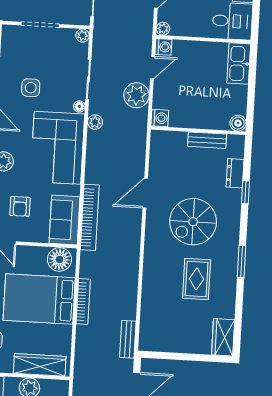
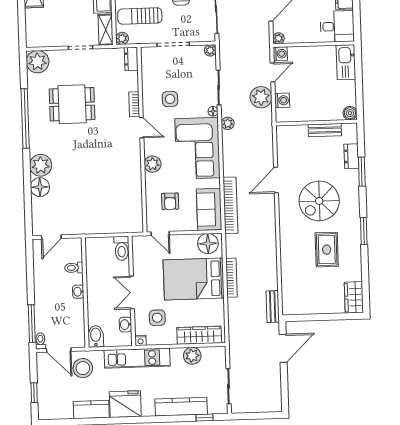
washing machine: (160, 118) -> (282, 100), moved
window: (246, 192) -> (362, 172), width x1.50

